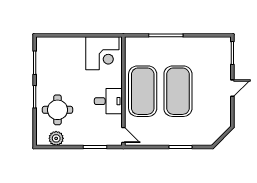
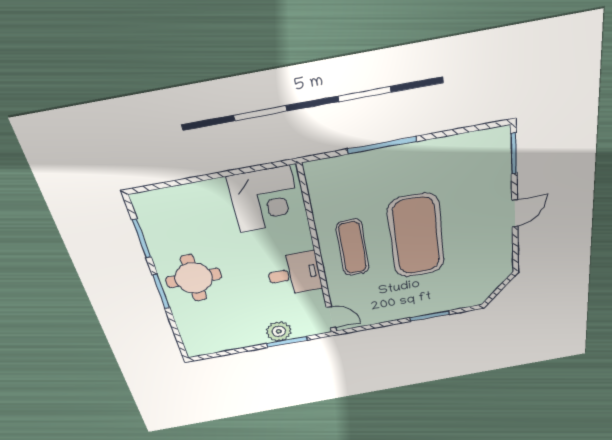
exercise mat: (143, 91) -> (353, 248), width x0.50, depth x0.69
round table: (57, 110) -> (194, 278), moved
plant: (56, 138) -> (279, 331), moved

